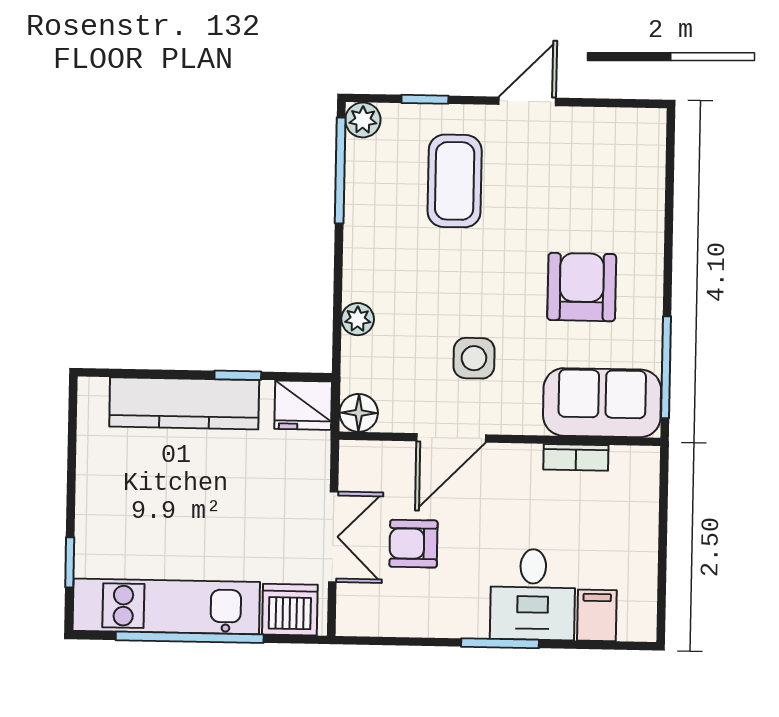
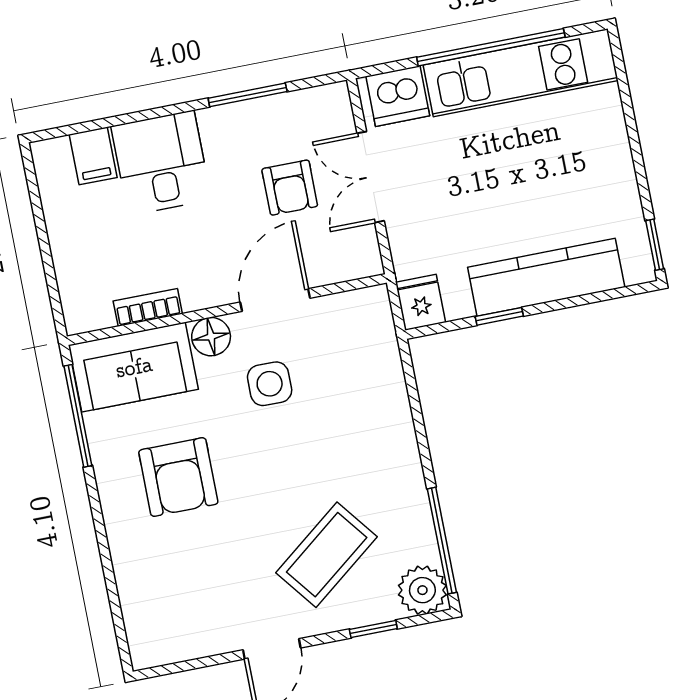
plant: (363, 120) -> (422, 590), width x1.38, depth x1.38
coffee table: (455, 181) -> (327, 555), turned 52
plant: (358, 319) -> (393, 397), removed
fridge: (303, 405) -> (421, 302), width x0.72
floor lamp: (359, 413) -> (211, 337), moved
armchair: (413, 544) -> (290, 188), turned 90
window: (70, 562) -> (655, 245), moved
window: (500, 643) -> (248, 95), moved

